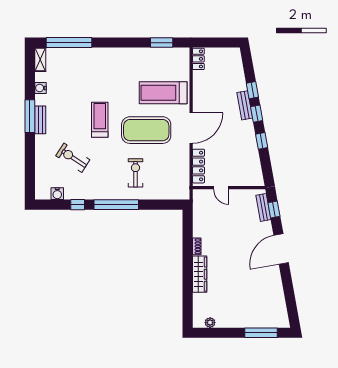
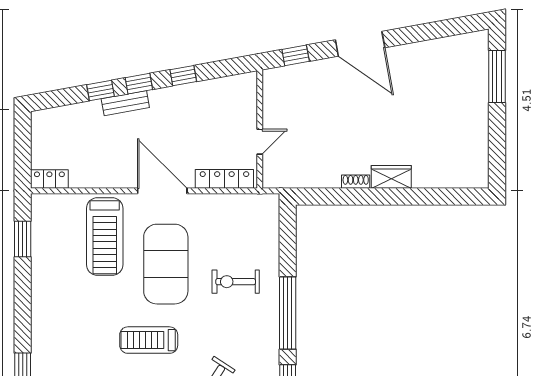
bench: (263, 207) -> (292, 73), removed
wardrobe: (200, 274) -> (391, 177), width x0.67
plant: (210, 323) -> (480, 160), removed

